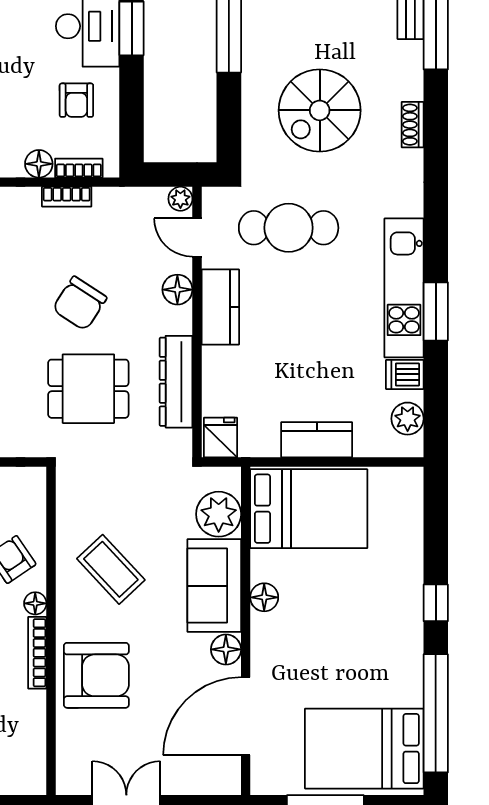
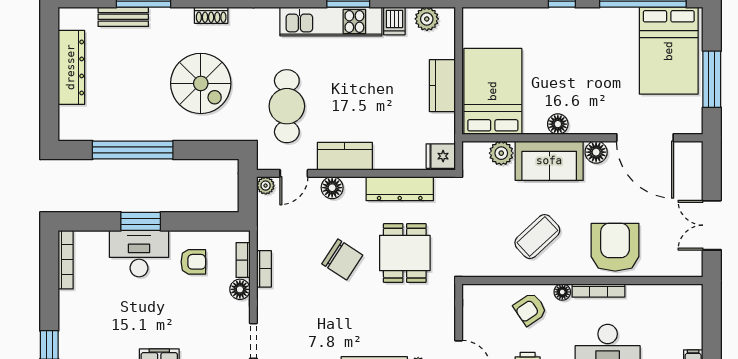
plant: (219, 514) -> (501, 153), width x0.73, depth x0.73

